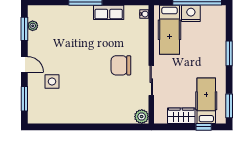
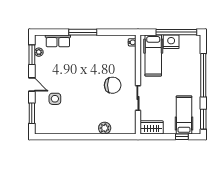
row of seats: (109, 12) -> (58, 41), moved
window: (229, 53) -> (203, 75), width x2.11
chair: (121, 65) -> (113, 85), turned 180
wardrobe: (181, 116) -> (152, 127), moved
plant: (142, 117) -> (105, 128), moved

